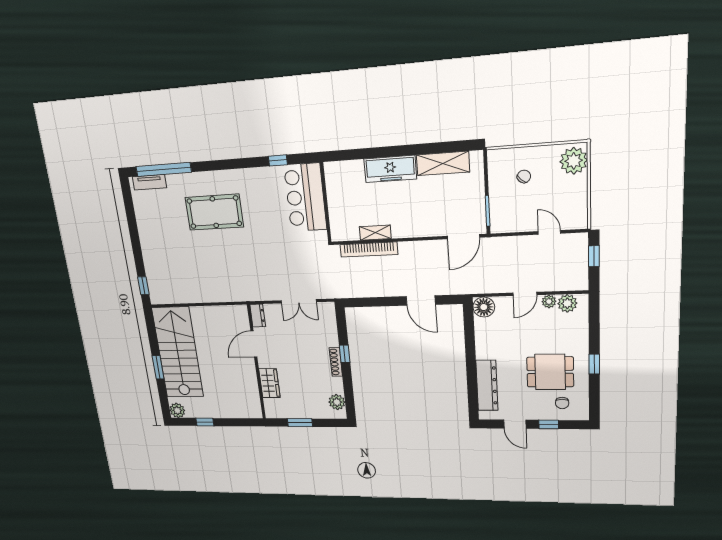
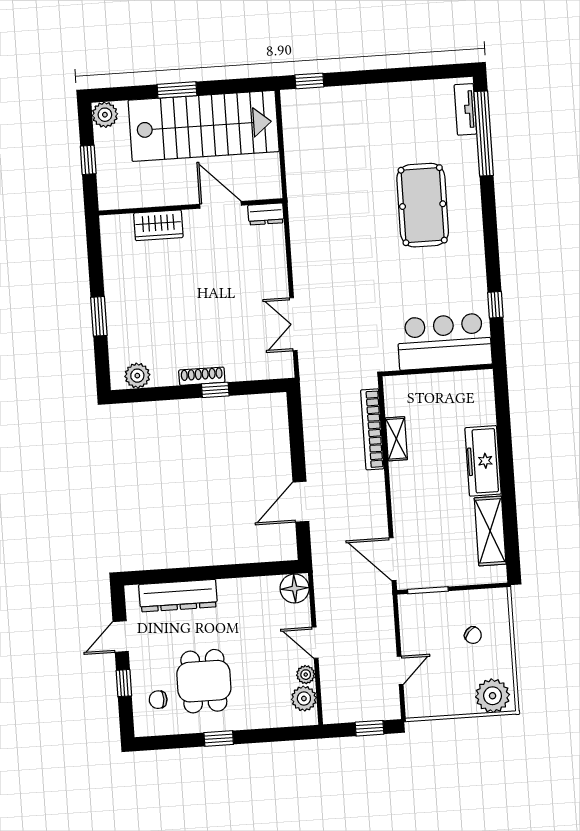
dresser: (258, 316) -> (266, 214), moved
door: (254, 344) -> (221, 205), moved
wall: (256, 363) -> (191, 207), moved
wardrobe: (269, 383) -> (158, 225), moved

